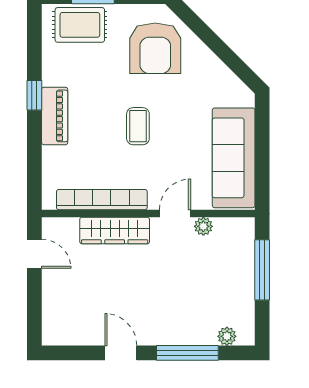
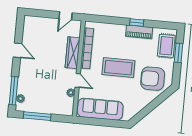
piano: (55, 116) -> (139, 32), moved
coffee table: (138, 126) -> (118, 68), width x1.86, depth x1.72
window: (262, 270) -> (37, 116), moved
door: (121, 353) -> (17, 50), hinge flipped
window: (187, 353) -> (14, 91), moved

